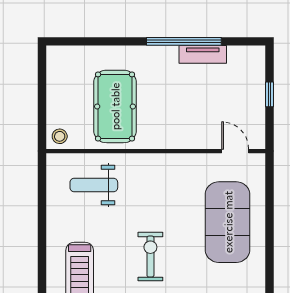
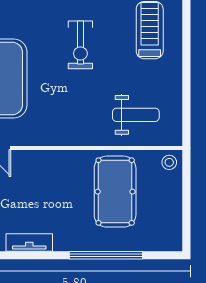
window: (184, 41) -> (106, 255), moved

